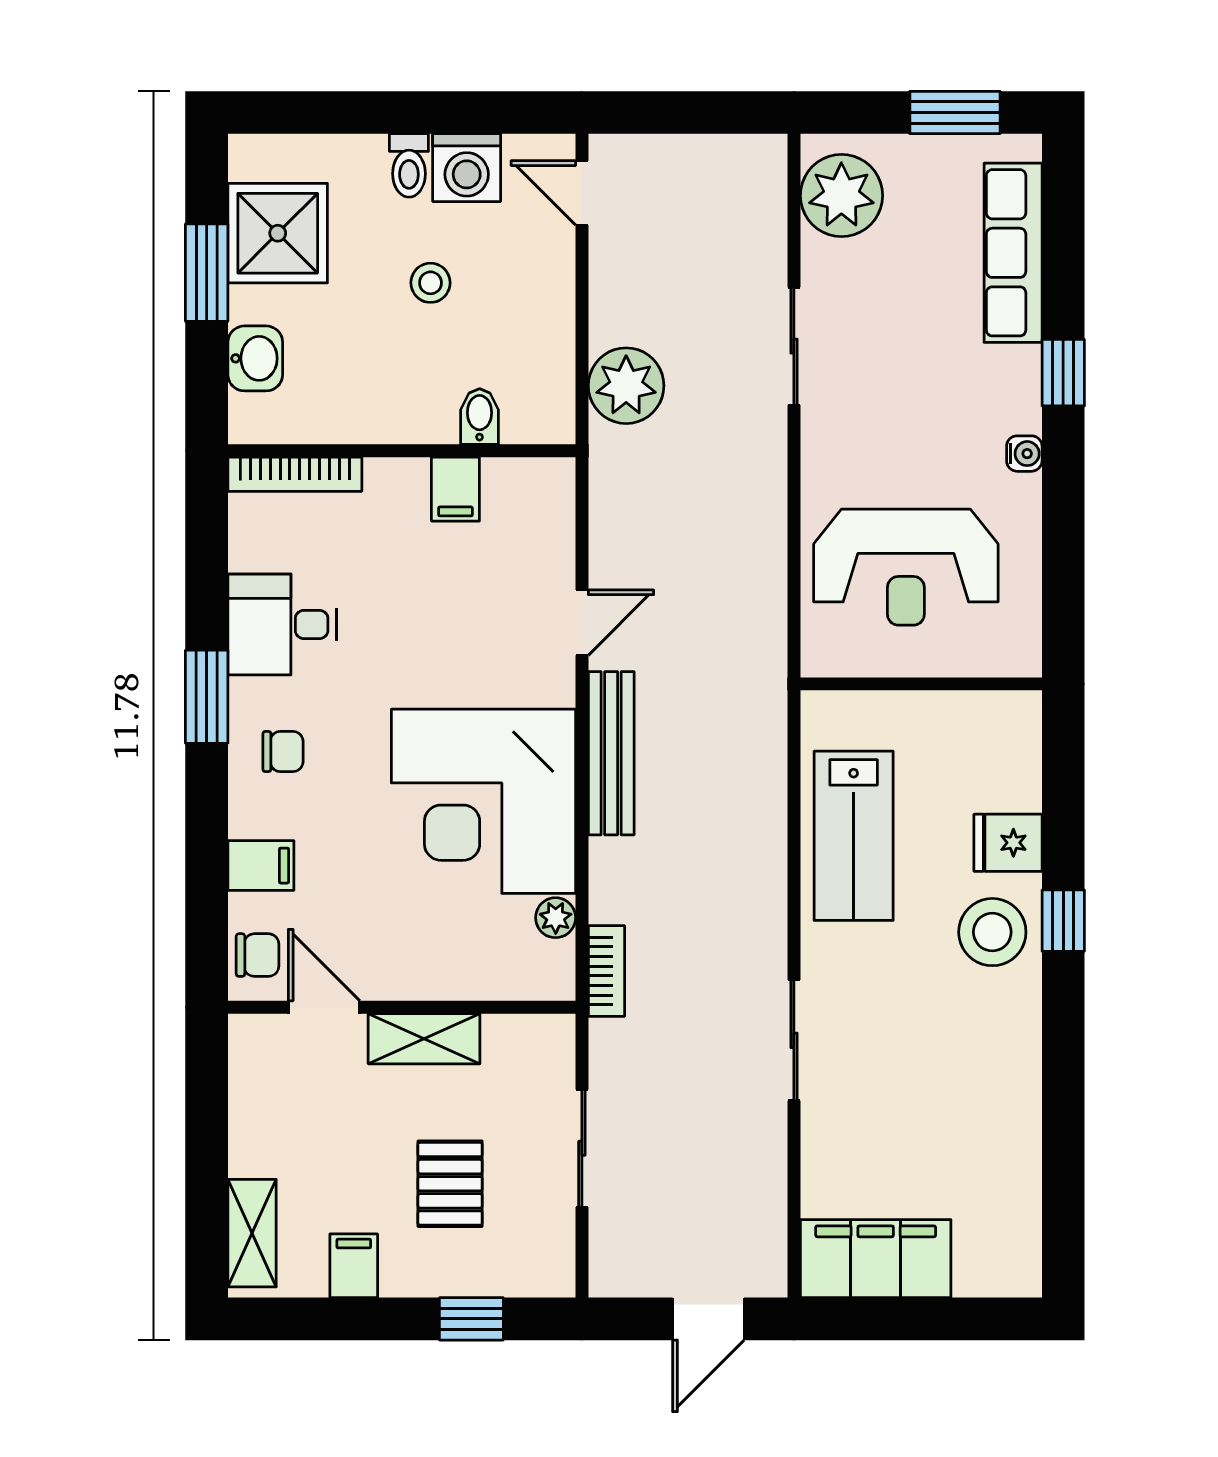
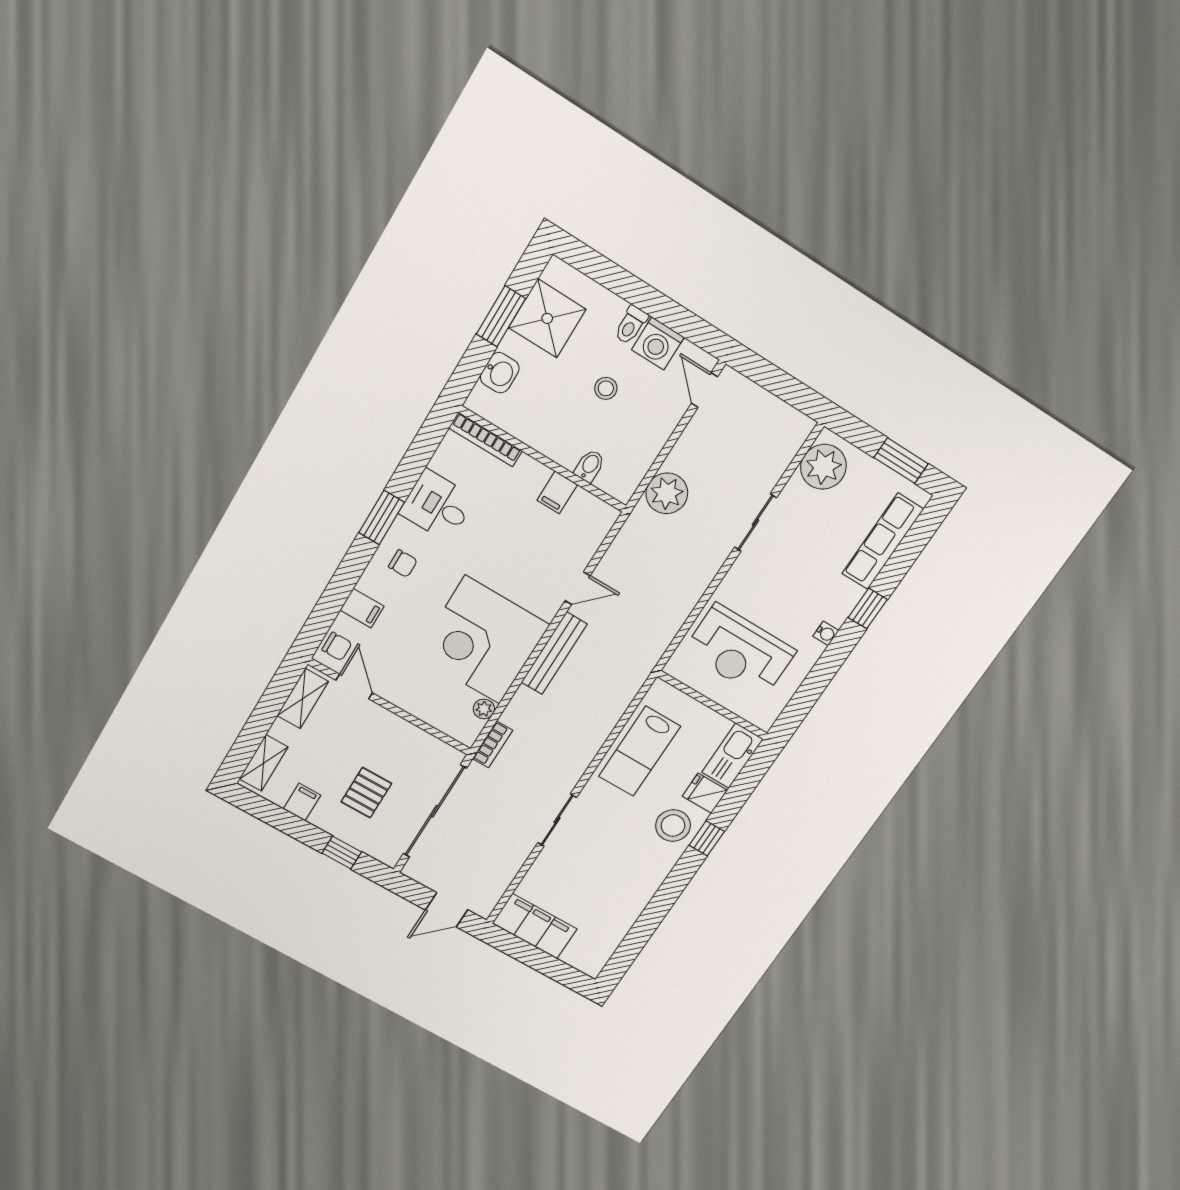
kitchen sink: (1010, 750) -> (732, 756), added
shelving: (424, 1039) -> (303, 699), moved, turned 90
sliding door: (582, 1148) -> (435, 811), width x1.86

